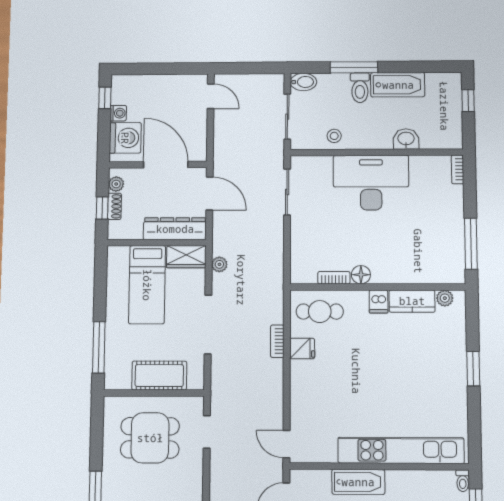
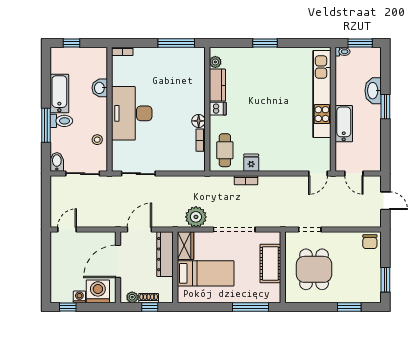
plant: (219, 264) -> (196, 217), width x1.87, depth x1.87

